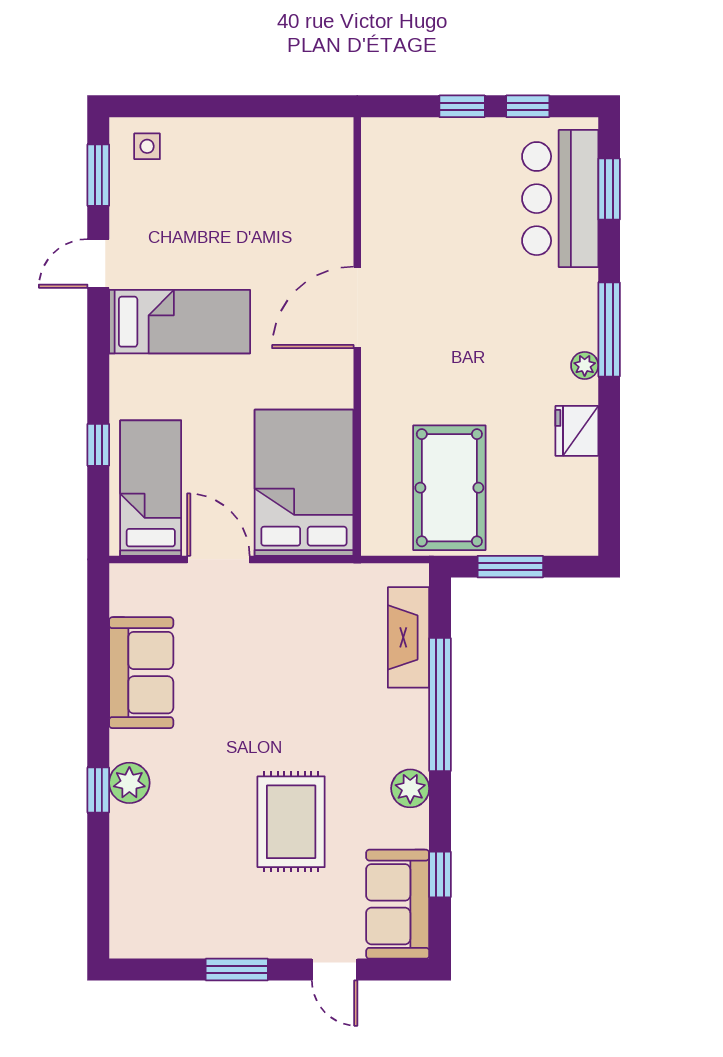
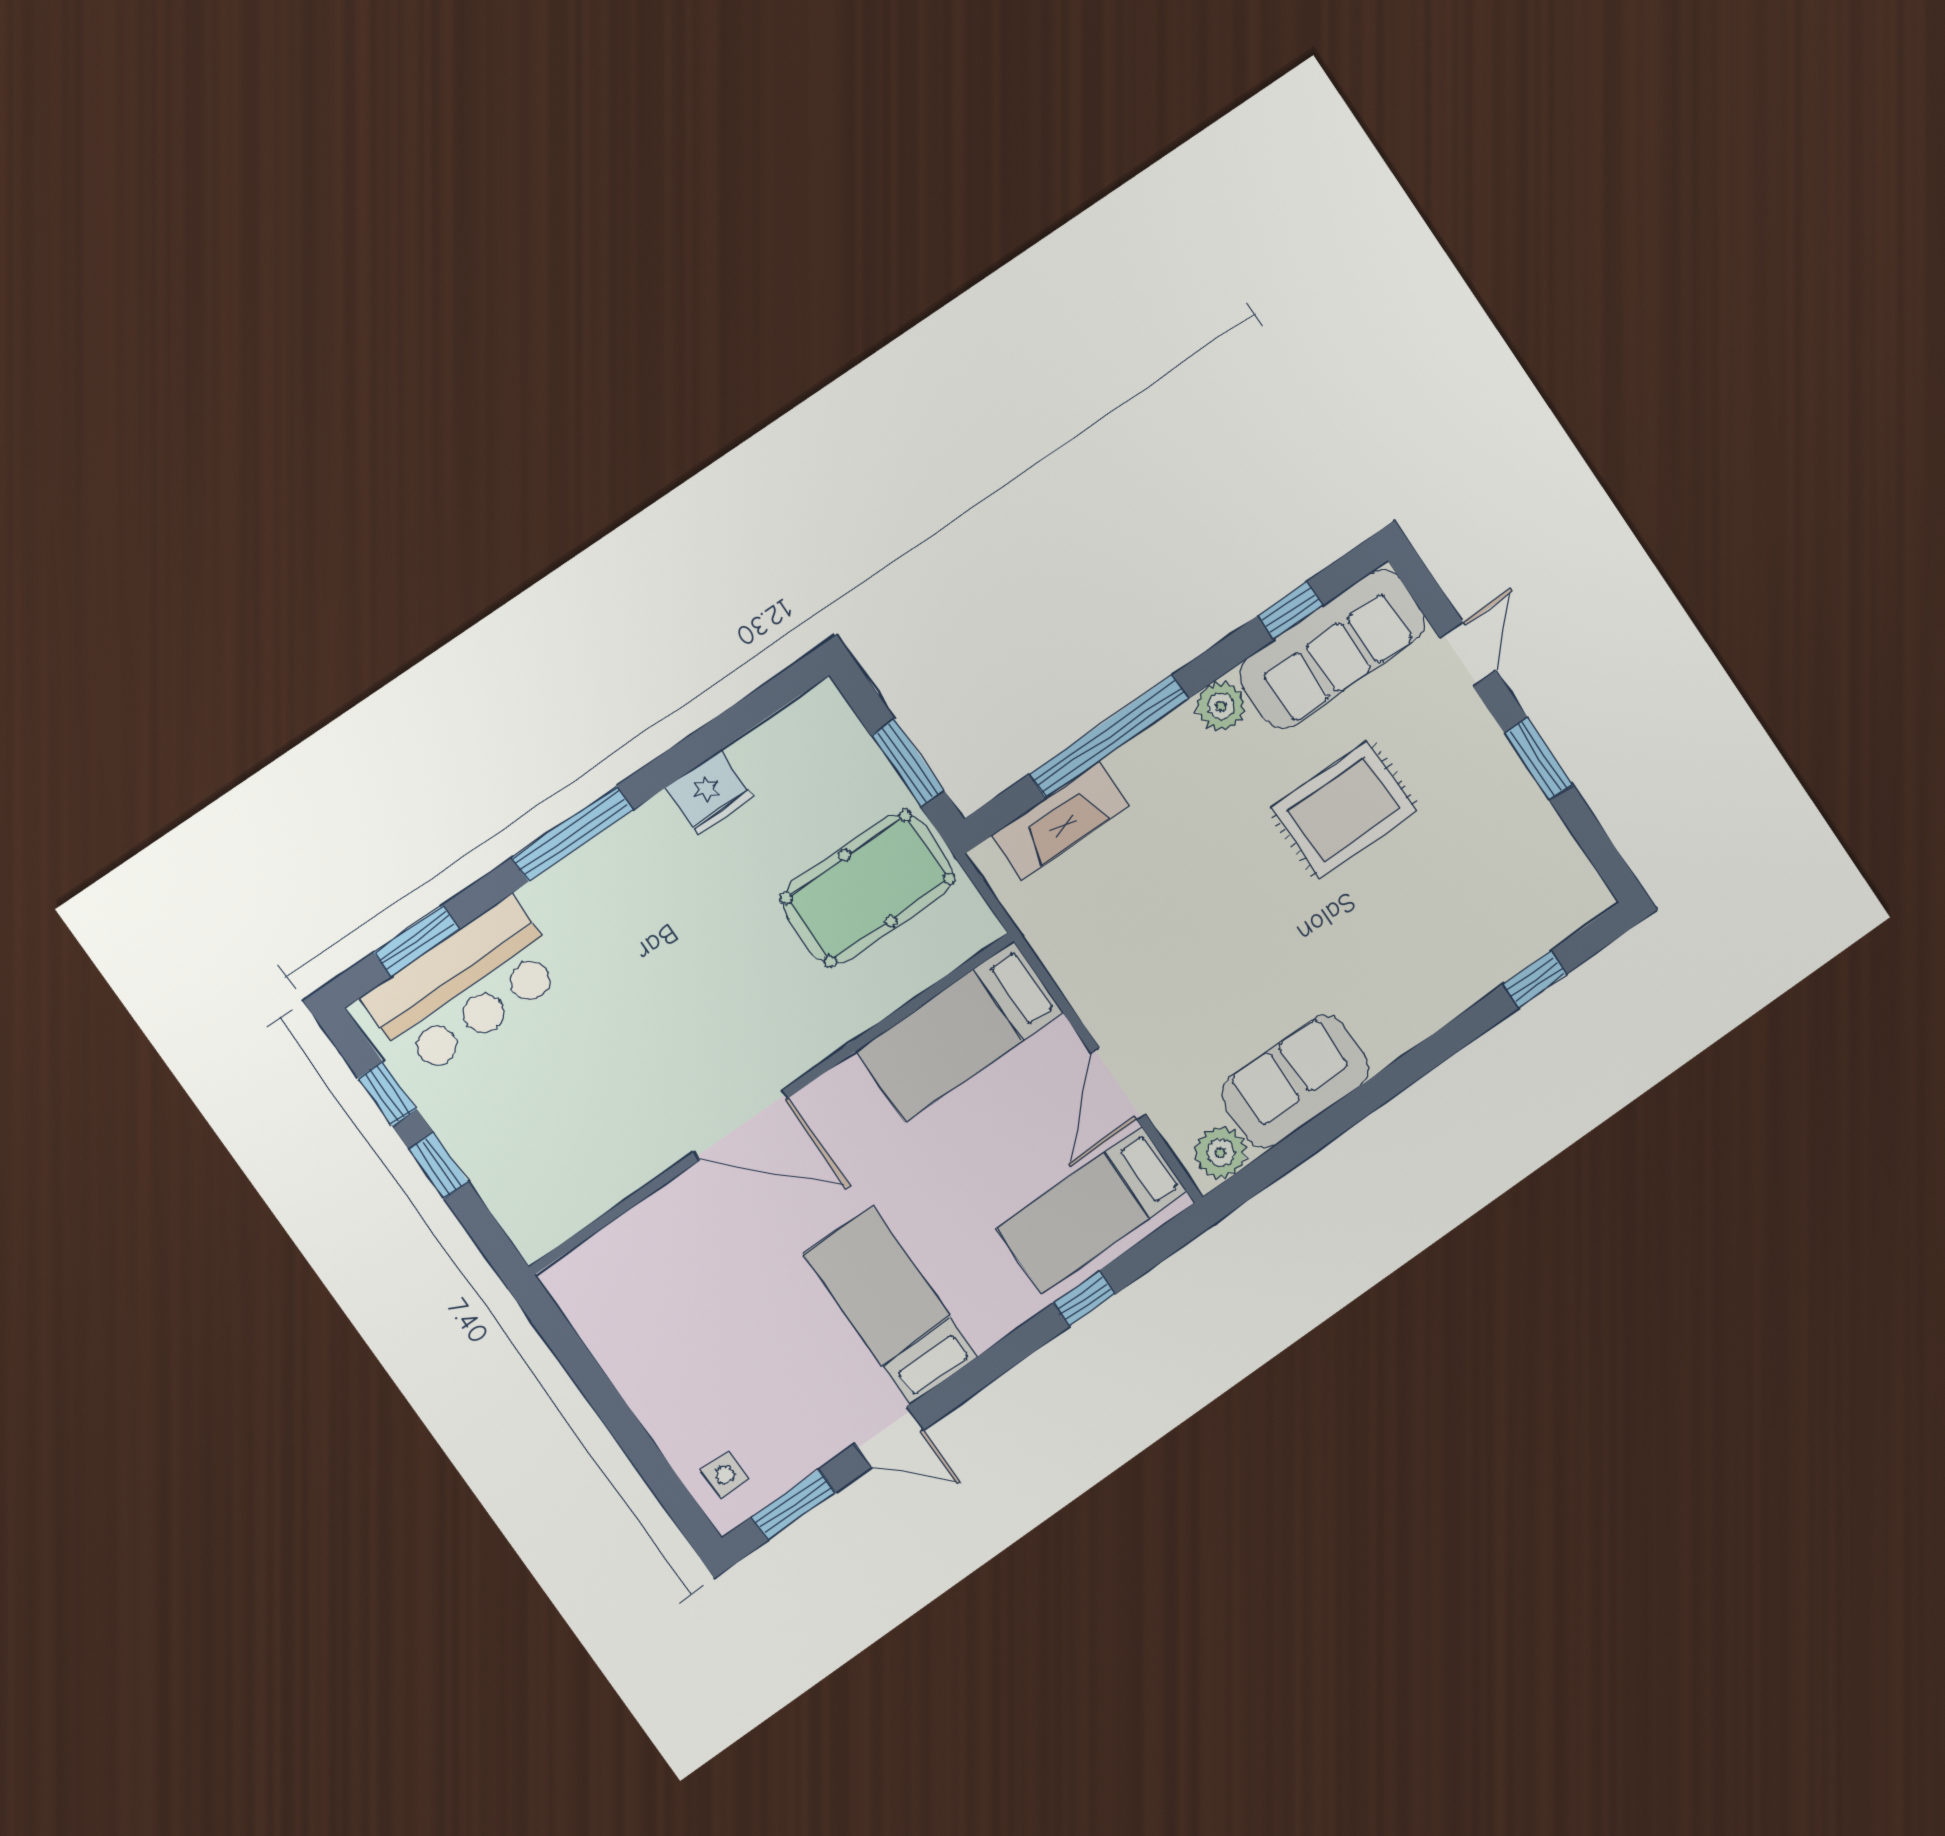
plant: (585, 365) -> (631, 833), removed
bed: (304, 483) -> (960, 1032), width x0.67
plant: (129, 783) -> (1221, 1153), moved
window: (98, 790) -> (1535, 979), moved
sofa: (398, 904) -> (1332, 649), width x1.36

